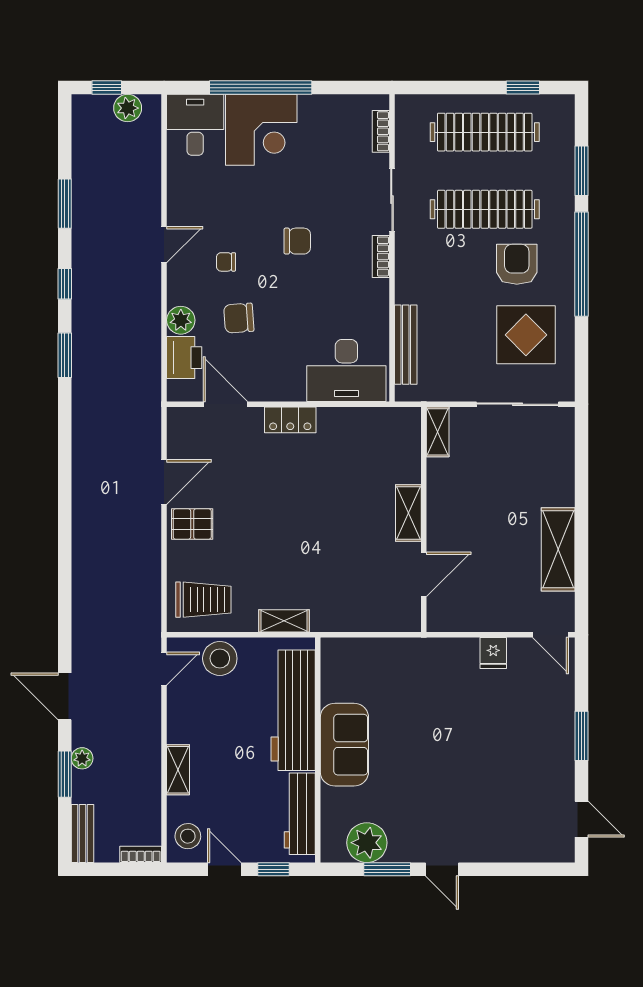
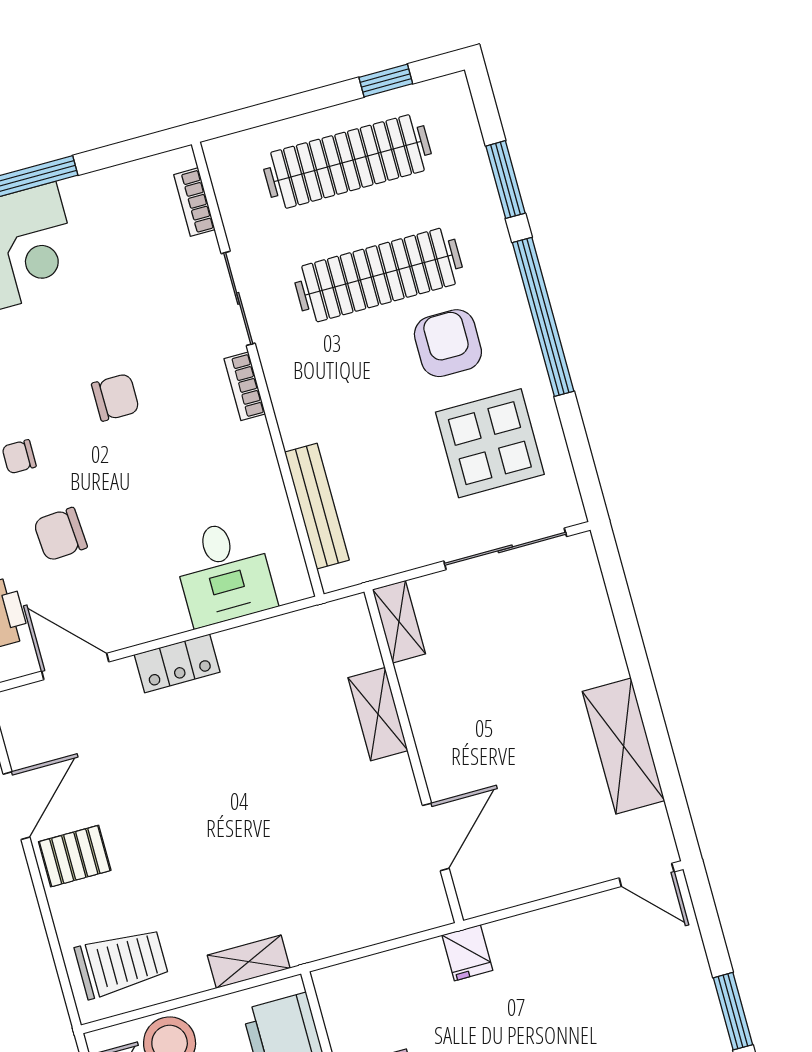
desk: (346, 370) -> (224, 572), width x0.73
shelving: (408, 513) -> (378, 714), moved
fridge: (493, 653) -> (467, 953), moved

